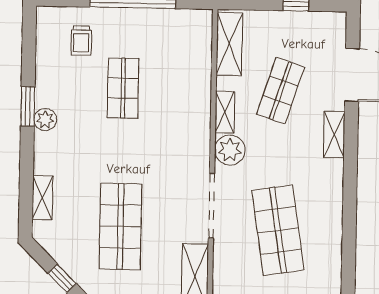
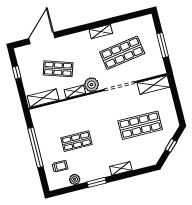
plant: (45, 120) -> (75, 179), moved
shelving: (334, 134) -> (101, 32), moved
shelving: (42, 198) -> (121, 168), moved

